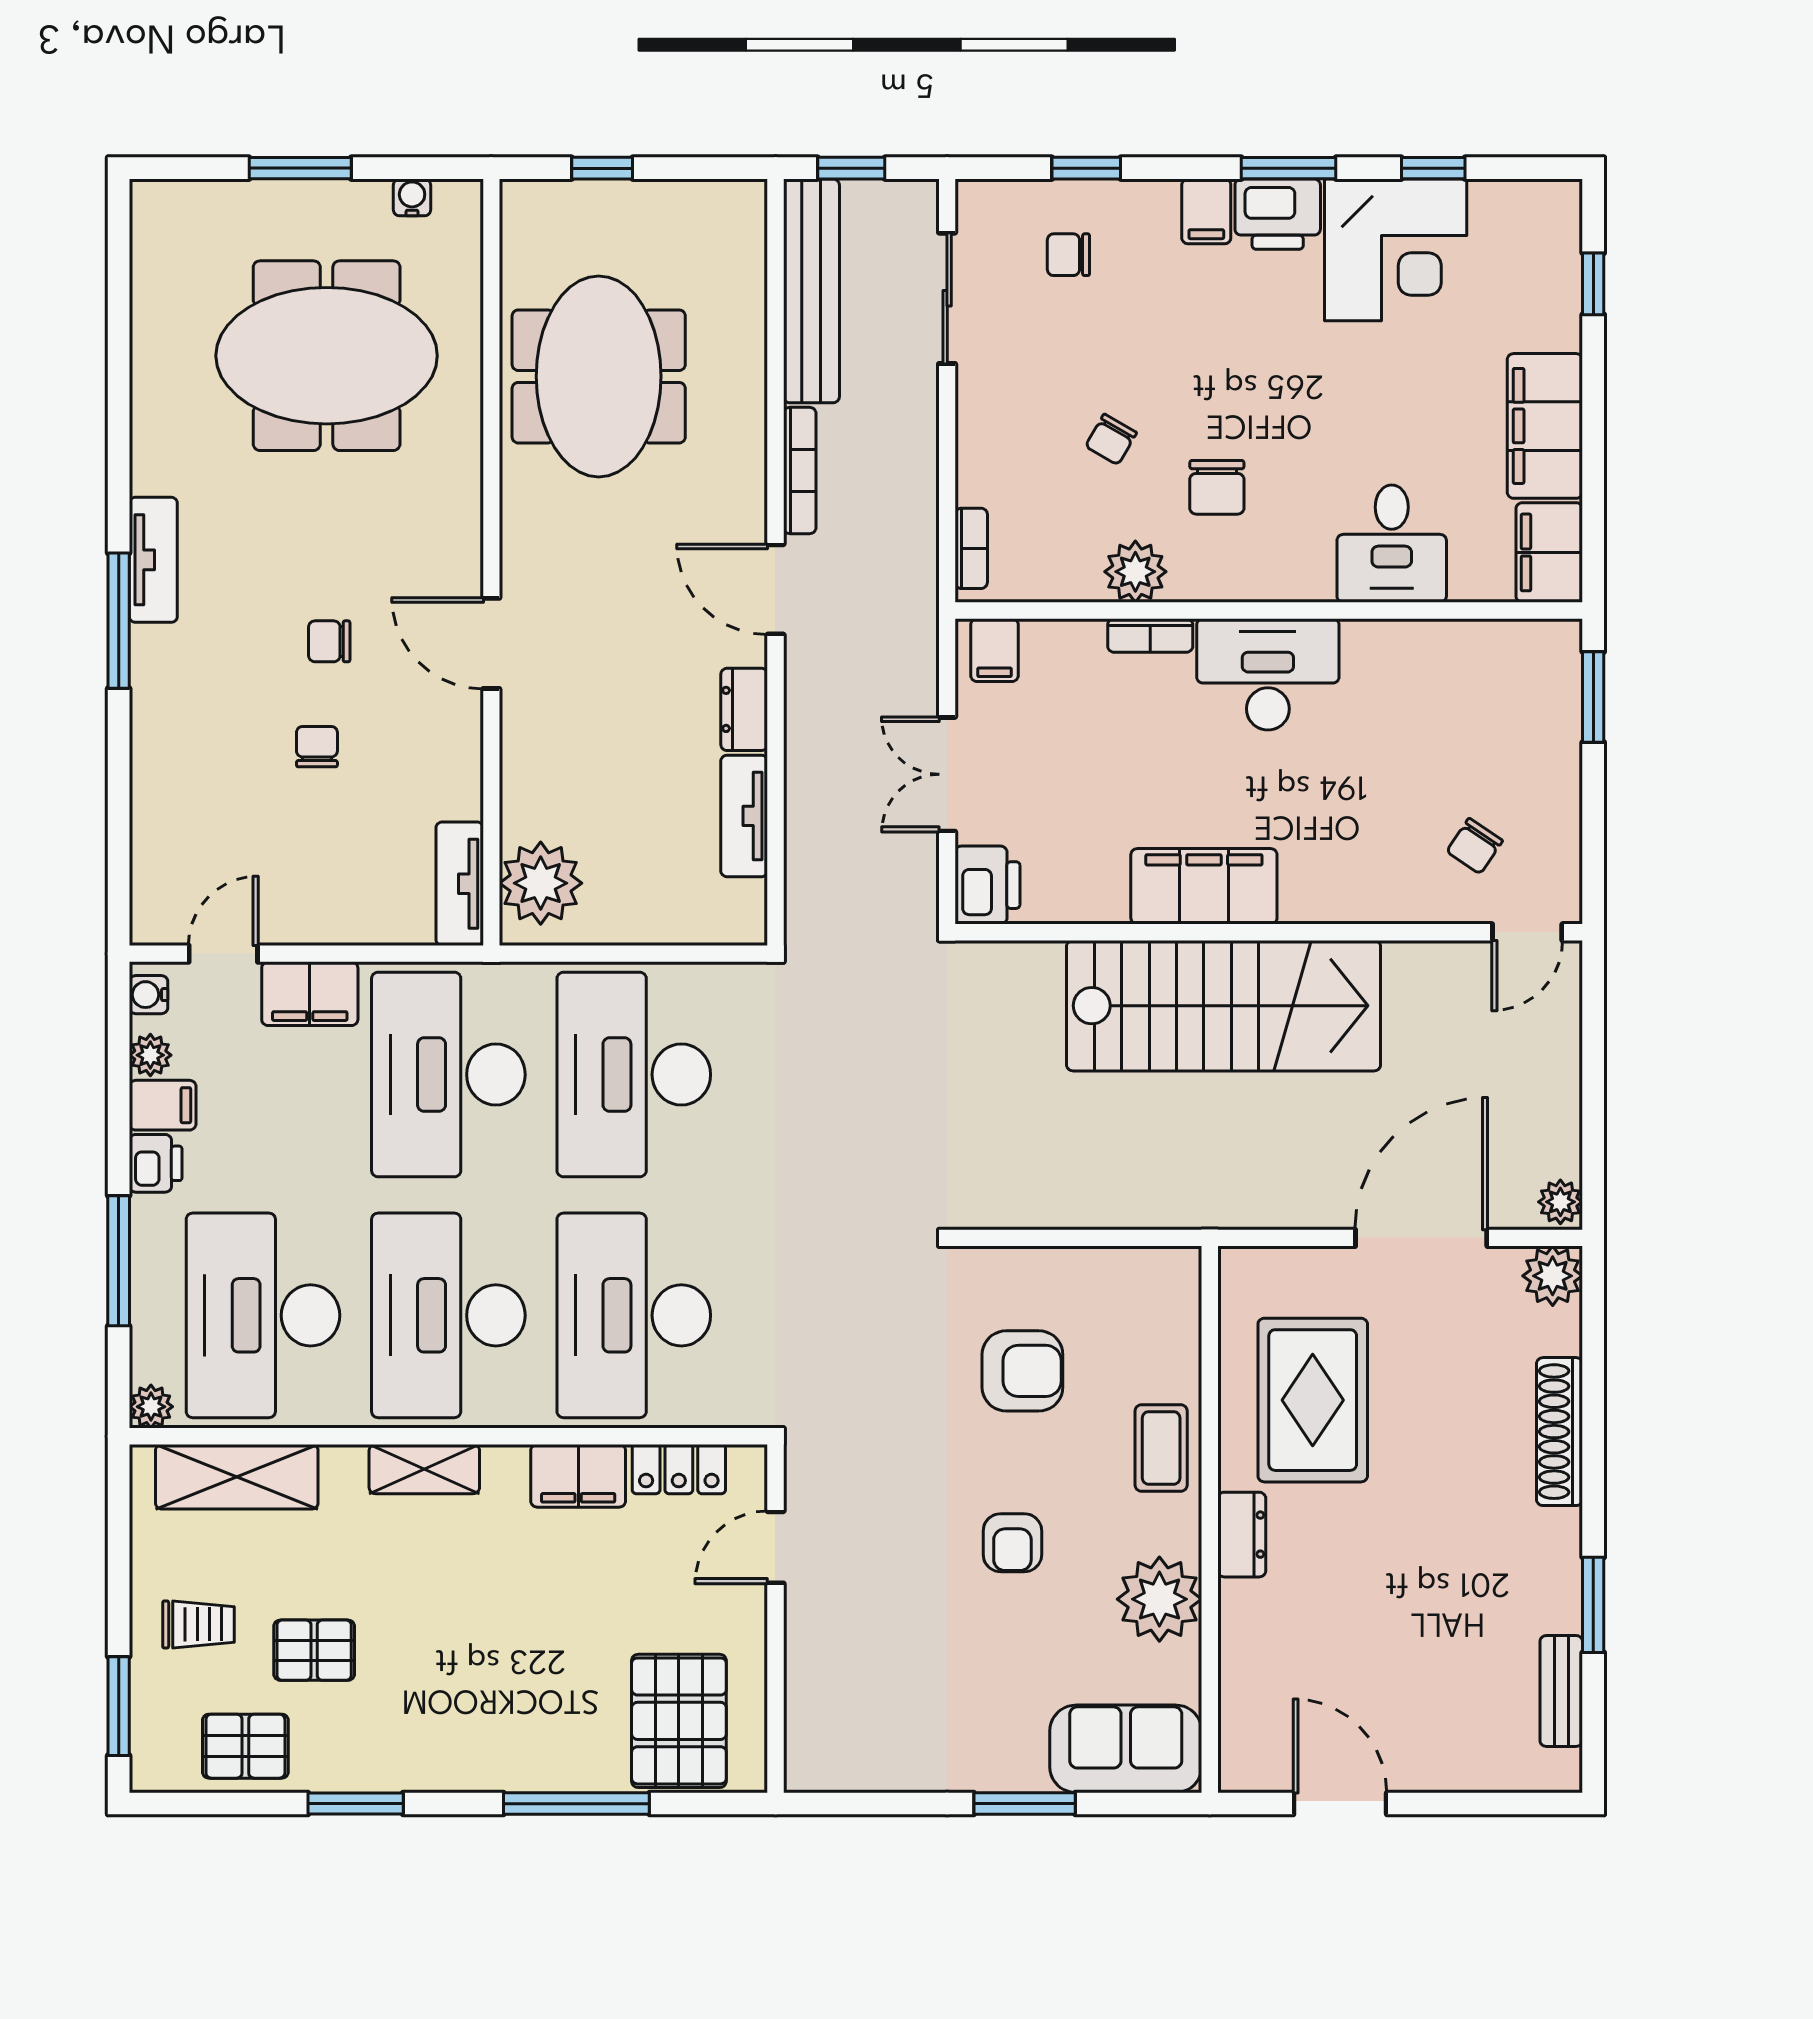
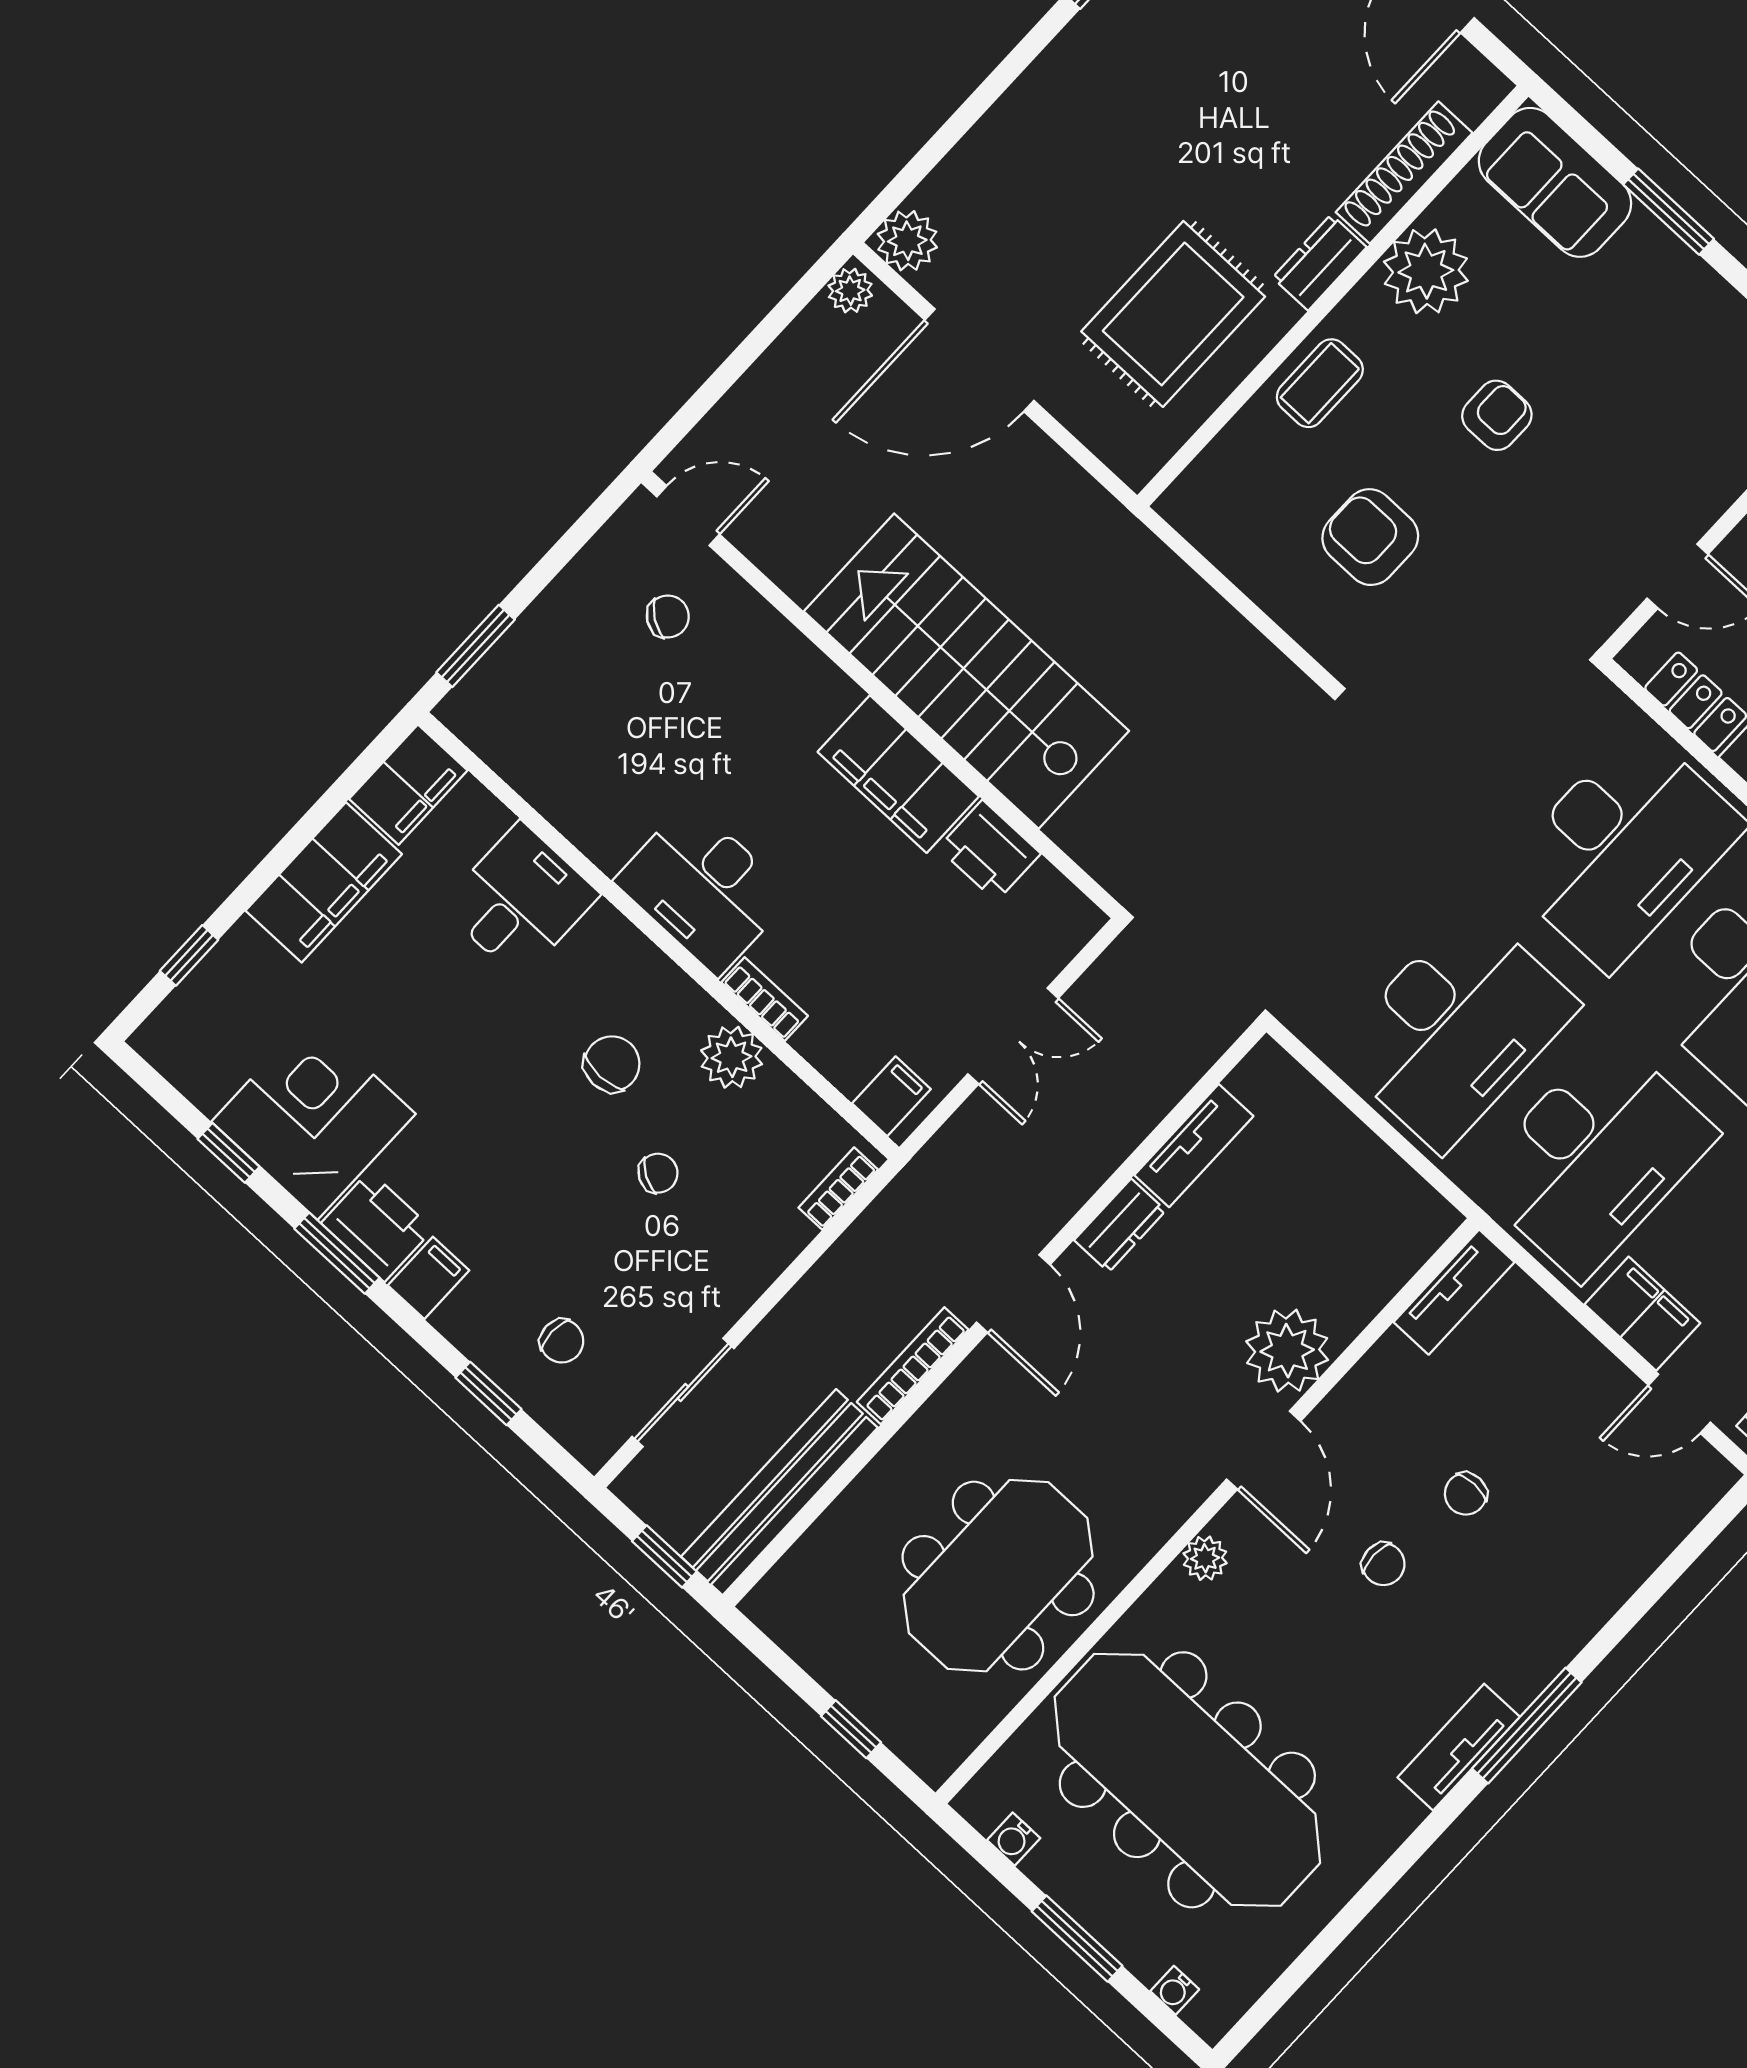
water cooler: (196, 196) -> (1175, 1990), added
meeting table: (327, 356) -> (1187, 1780), width x1.36
plant: (461, 527) -> (1205, 1558), added
plant: (541, 883) -> (1287, 1351), moved
printer: (987, 885) -> (989, 851), moved, turned -90
shoe rack: (1560, 1432) -> (1404, 173), moved, turned 180

